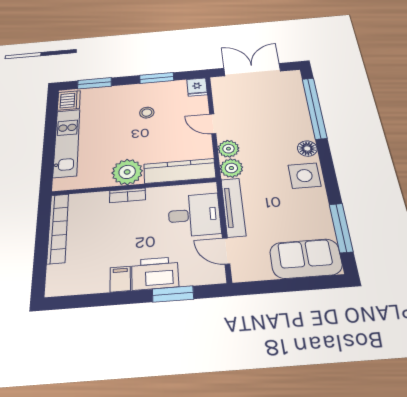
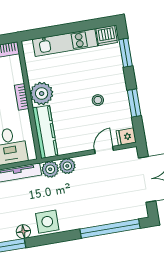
door: (213, 124) -> (104, 150), moved
floor lamp: (307, 148) -> (23, 232), moved

